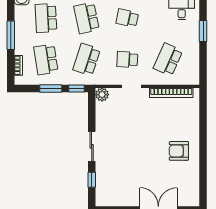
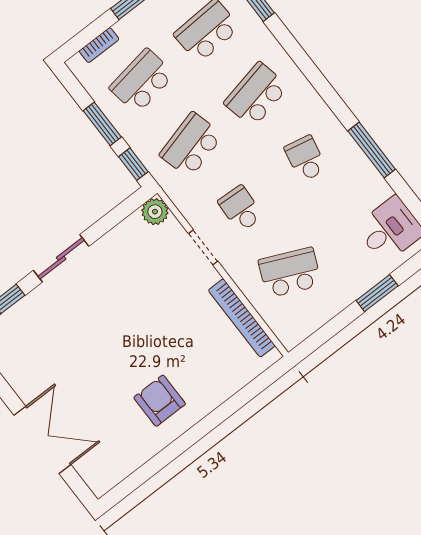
school desk: (87, 59) -> (191, 145), turned -33

